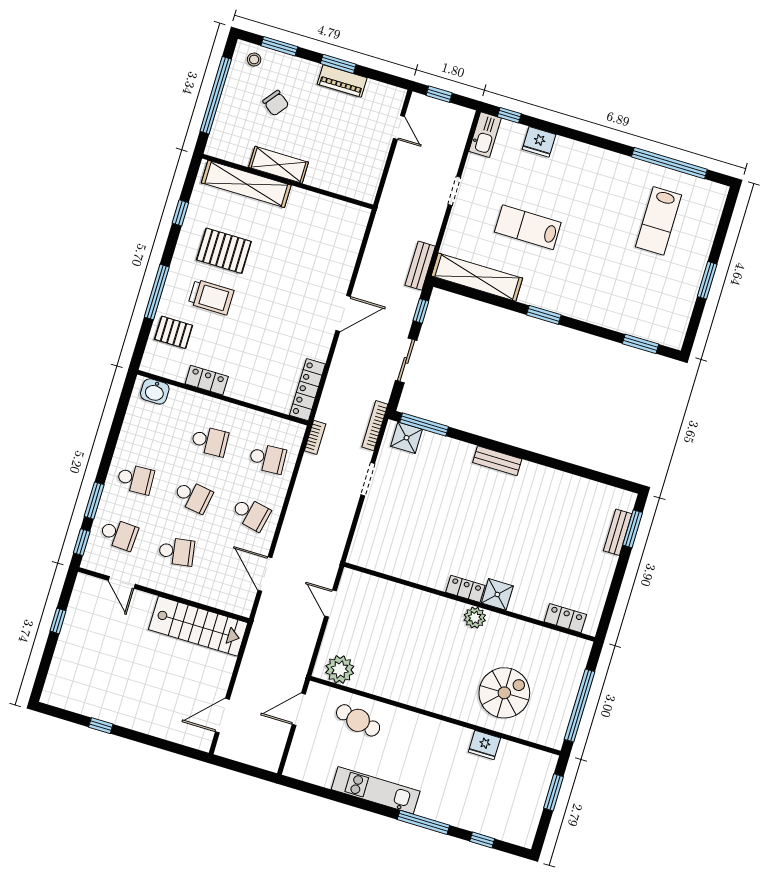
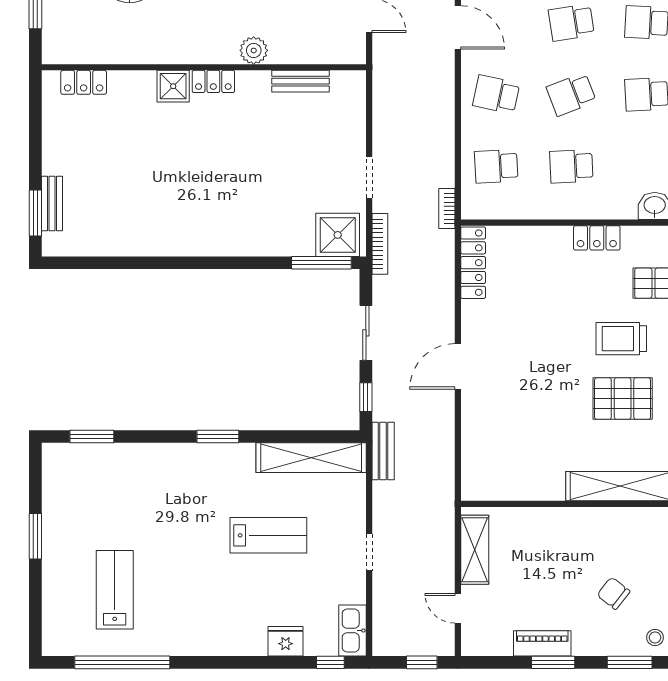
shelving: (279, 165) -> (475, 550), moved, turned 90
shower: (407, 438) -> (338, 235), width x1.36, depth x1.36
bench: (497, 461) -> (301, 81), moved
school desk: (193, 496) -> (571, 94), turned -30
plant: (475, 618) -> (254, 50), moved

